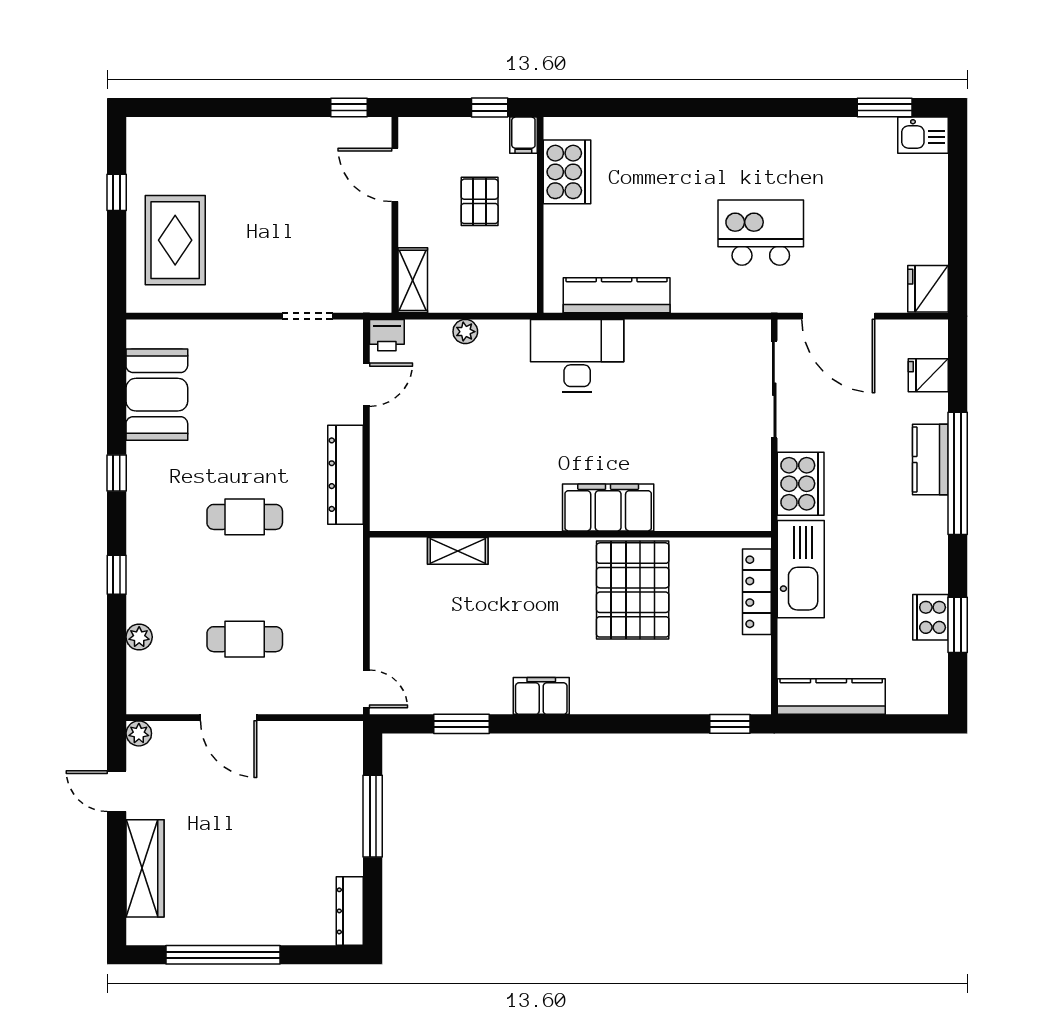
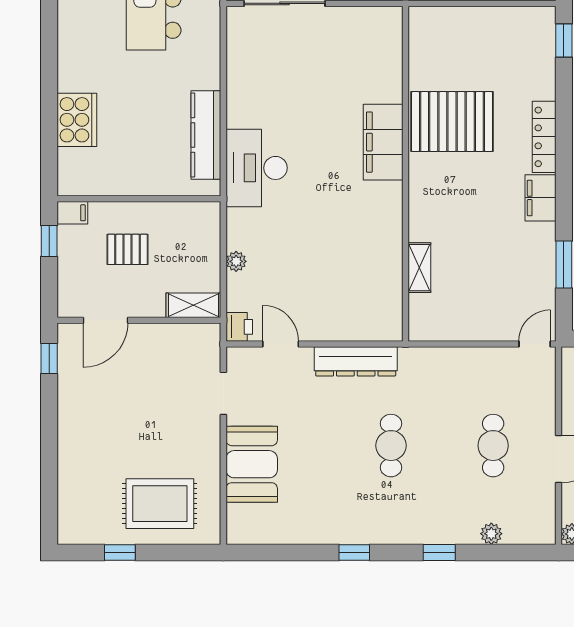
cooker: (567, 172) -> (77, 120), moved, turned 90
booth: (157, 395) -> (252, 464), moved, turned 90
locker: (757, 592) -> (544, 137), moved, turned 90

